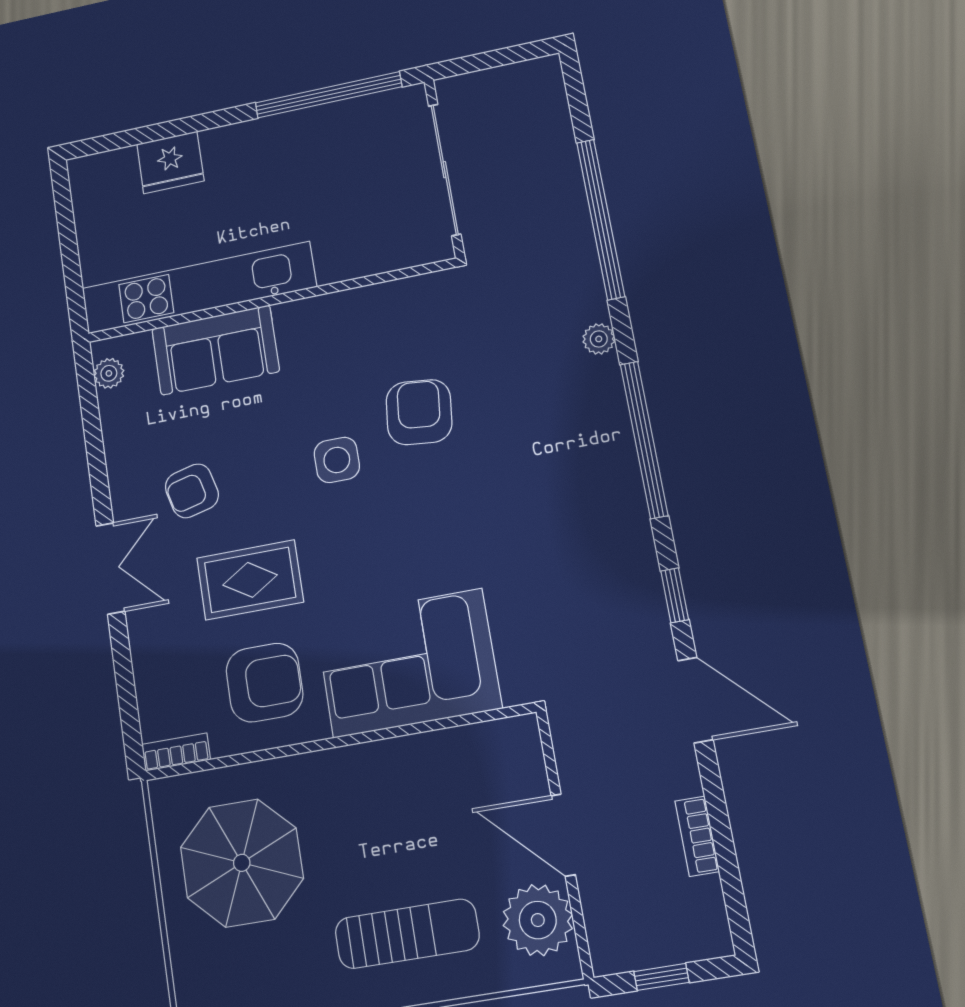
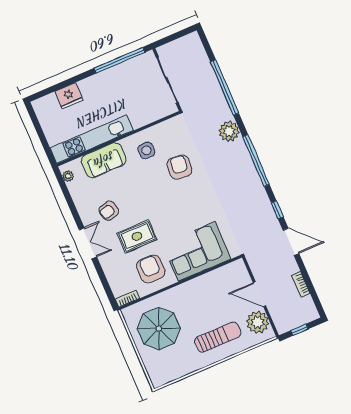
plant: (599, 339) -> (229, 131), width x1.88, depth x1.88
side table: (337, 460) -> (146, 150), moved
armchair: (264, 683) -> (151, 269), turned -90

